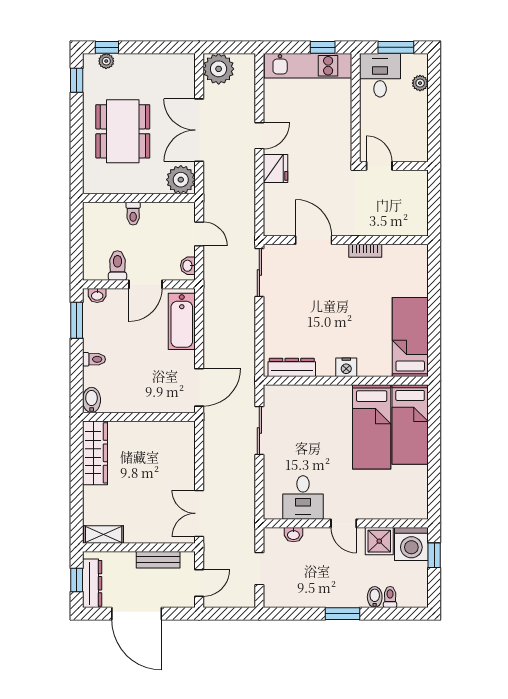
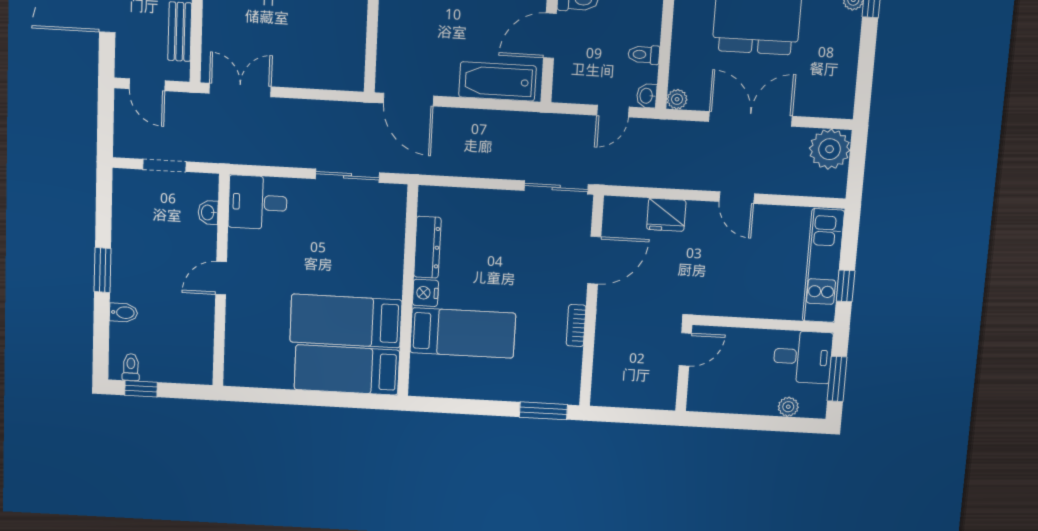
fridge: (276, 169) -> (666, 215), moved
plant: (181, 180) -> (677, 99), width x0.53, depth x0.53
toilet: (133, 214) -> (644, 55), moved
washbasin: (188, 266) -> (647, 96), moved, turned -90
window: (434, 272) -> (543, 411), added
door: (145, 284) -> (550, 36), hinge flipped
bed: (410, 337) -> (463, 333), moved
dresser: (292, 367) -> (427, 247), moved
desk: (303, 497) -> (258, 202), moved
shower: (379, 541) -> (196, 322), removed
washing machine: (411, 544) -> (192, 363), removed
window: (434, 555) -> (141, 389), moved
toilet: (390, 597) -> (131, 367), moved, turned -90

